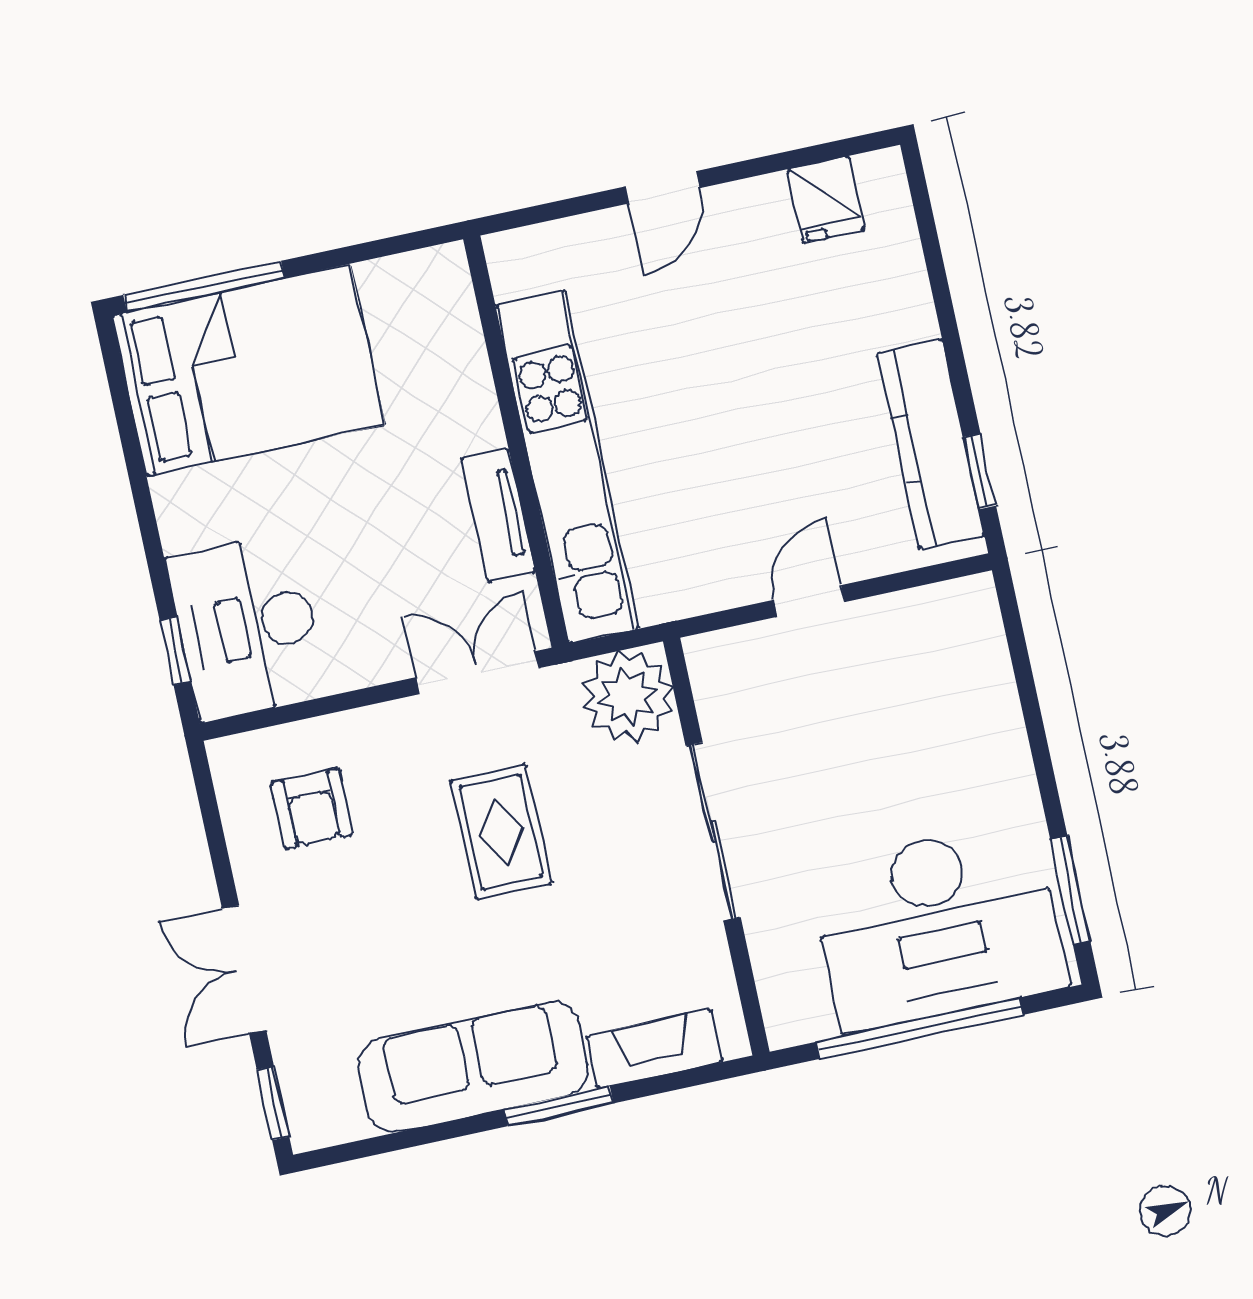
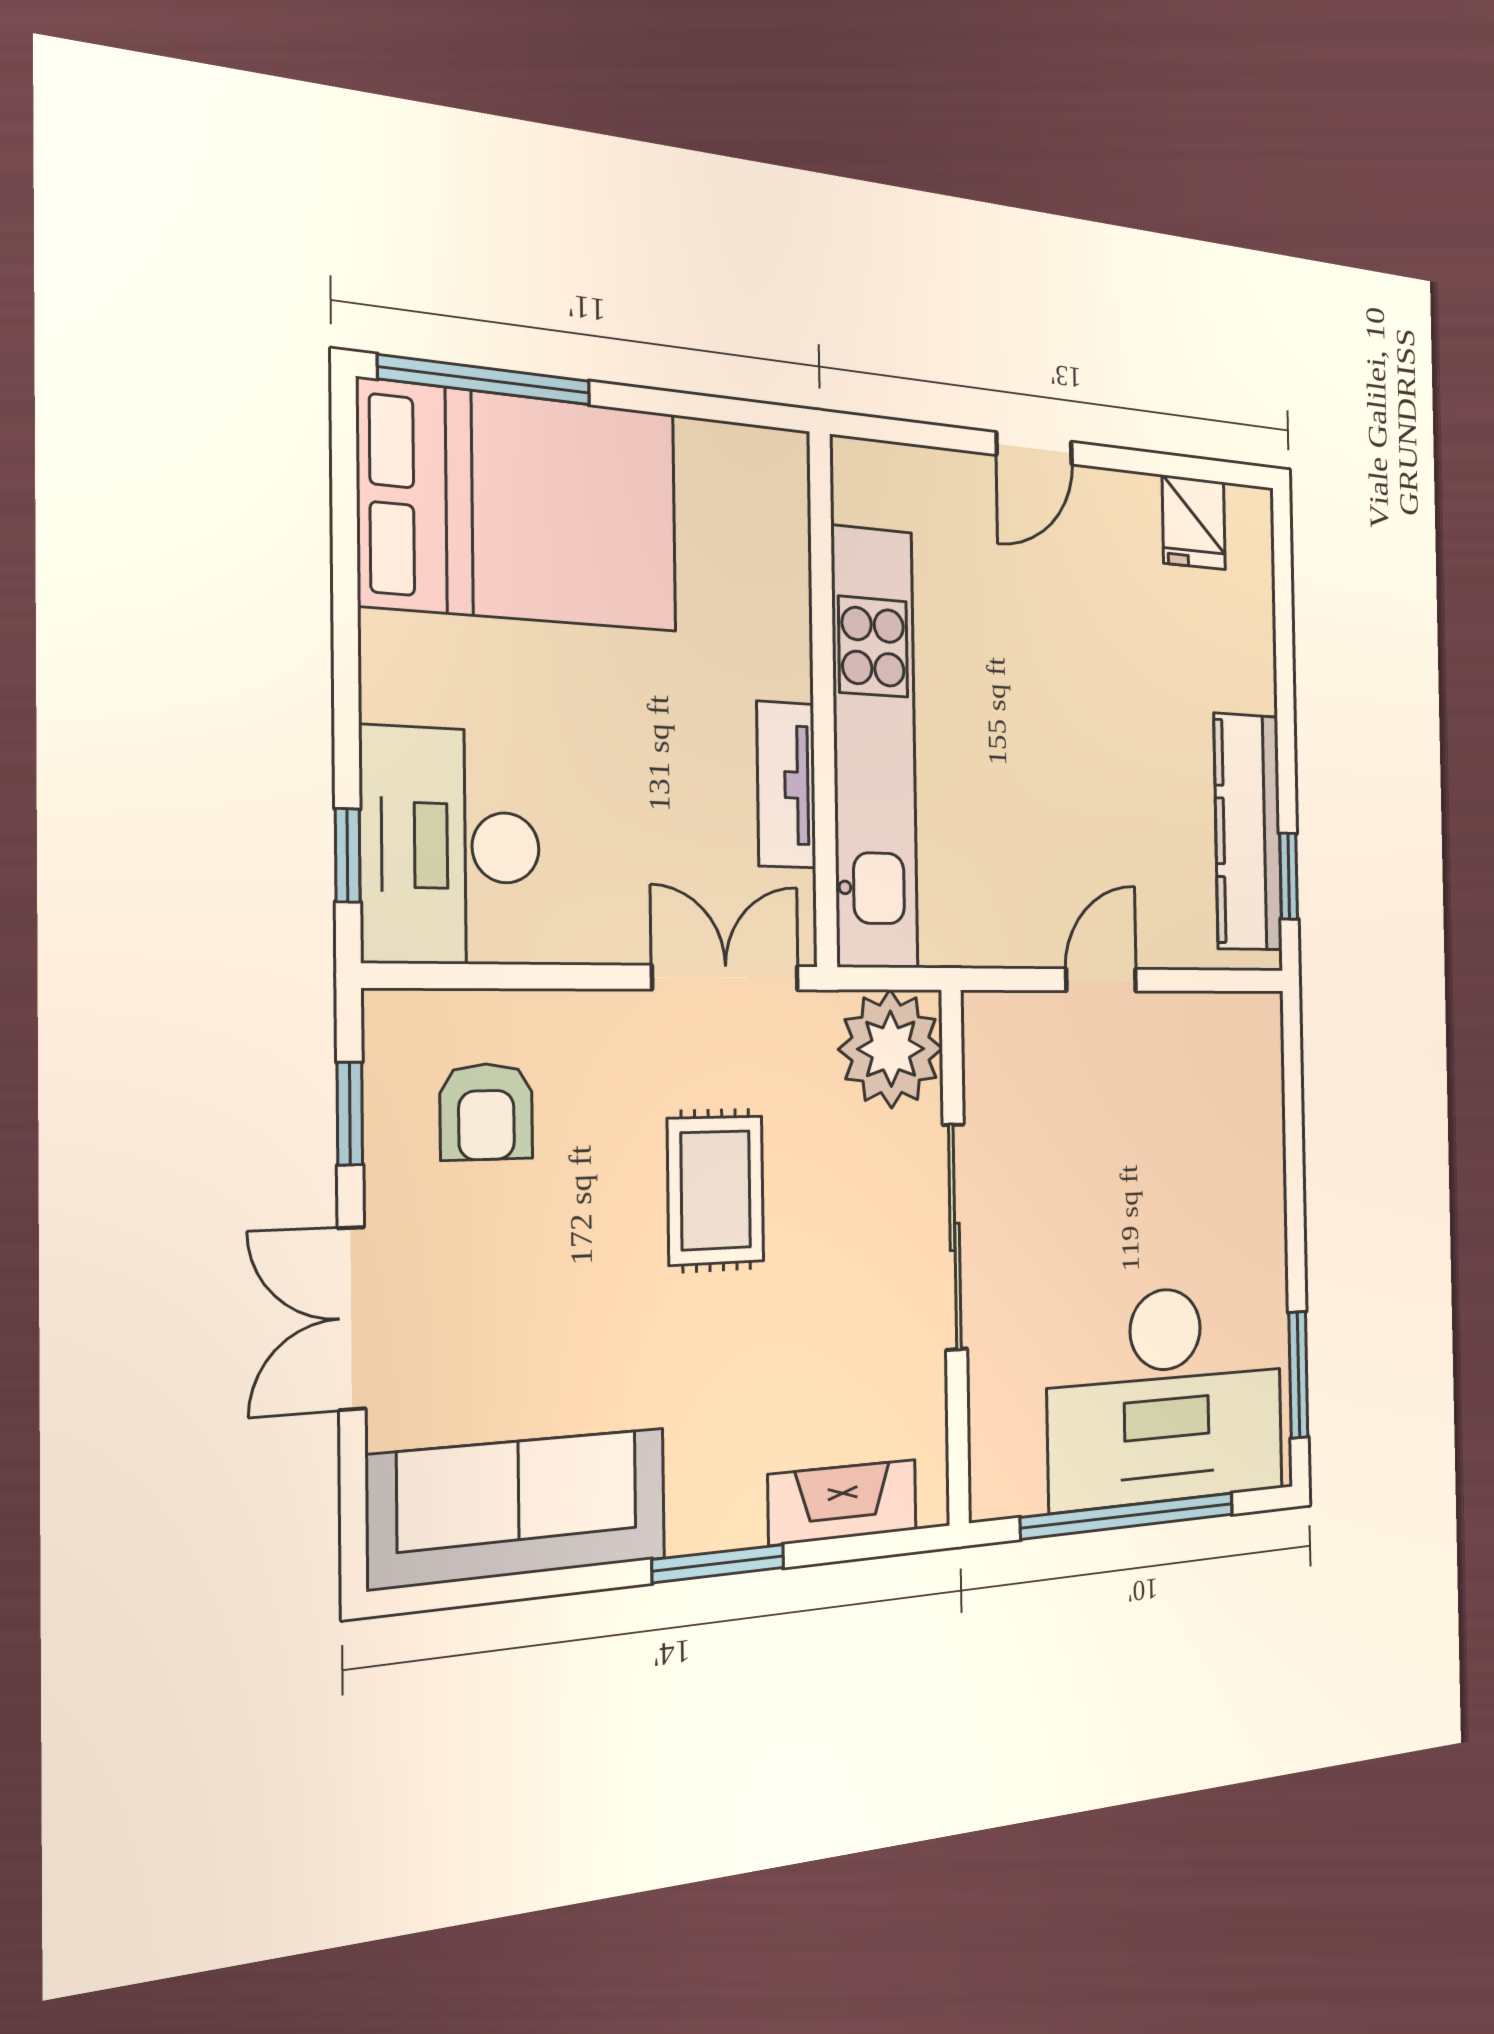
sofa: (473, 1067) -> (519, 1508), moved
window: (273, 1103) -> (350, 1114), moved

